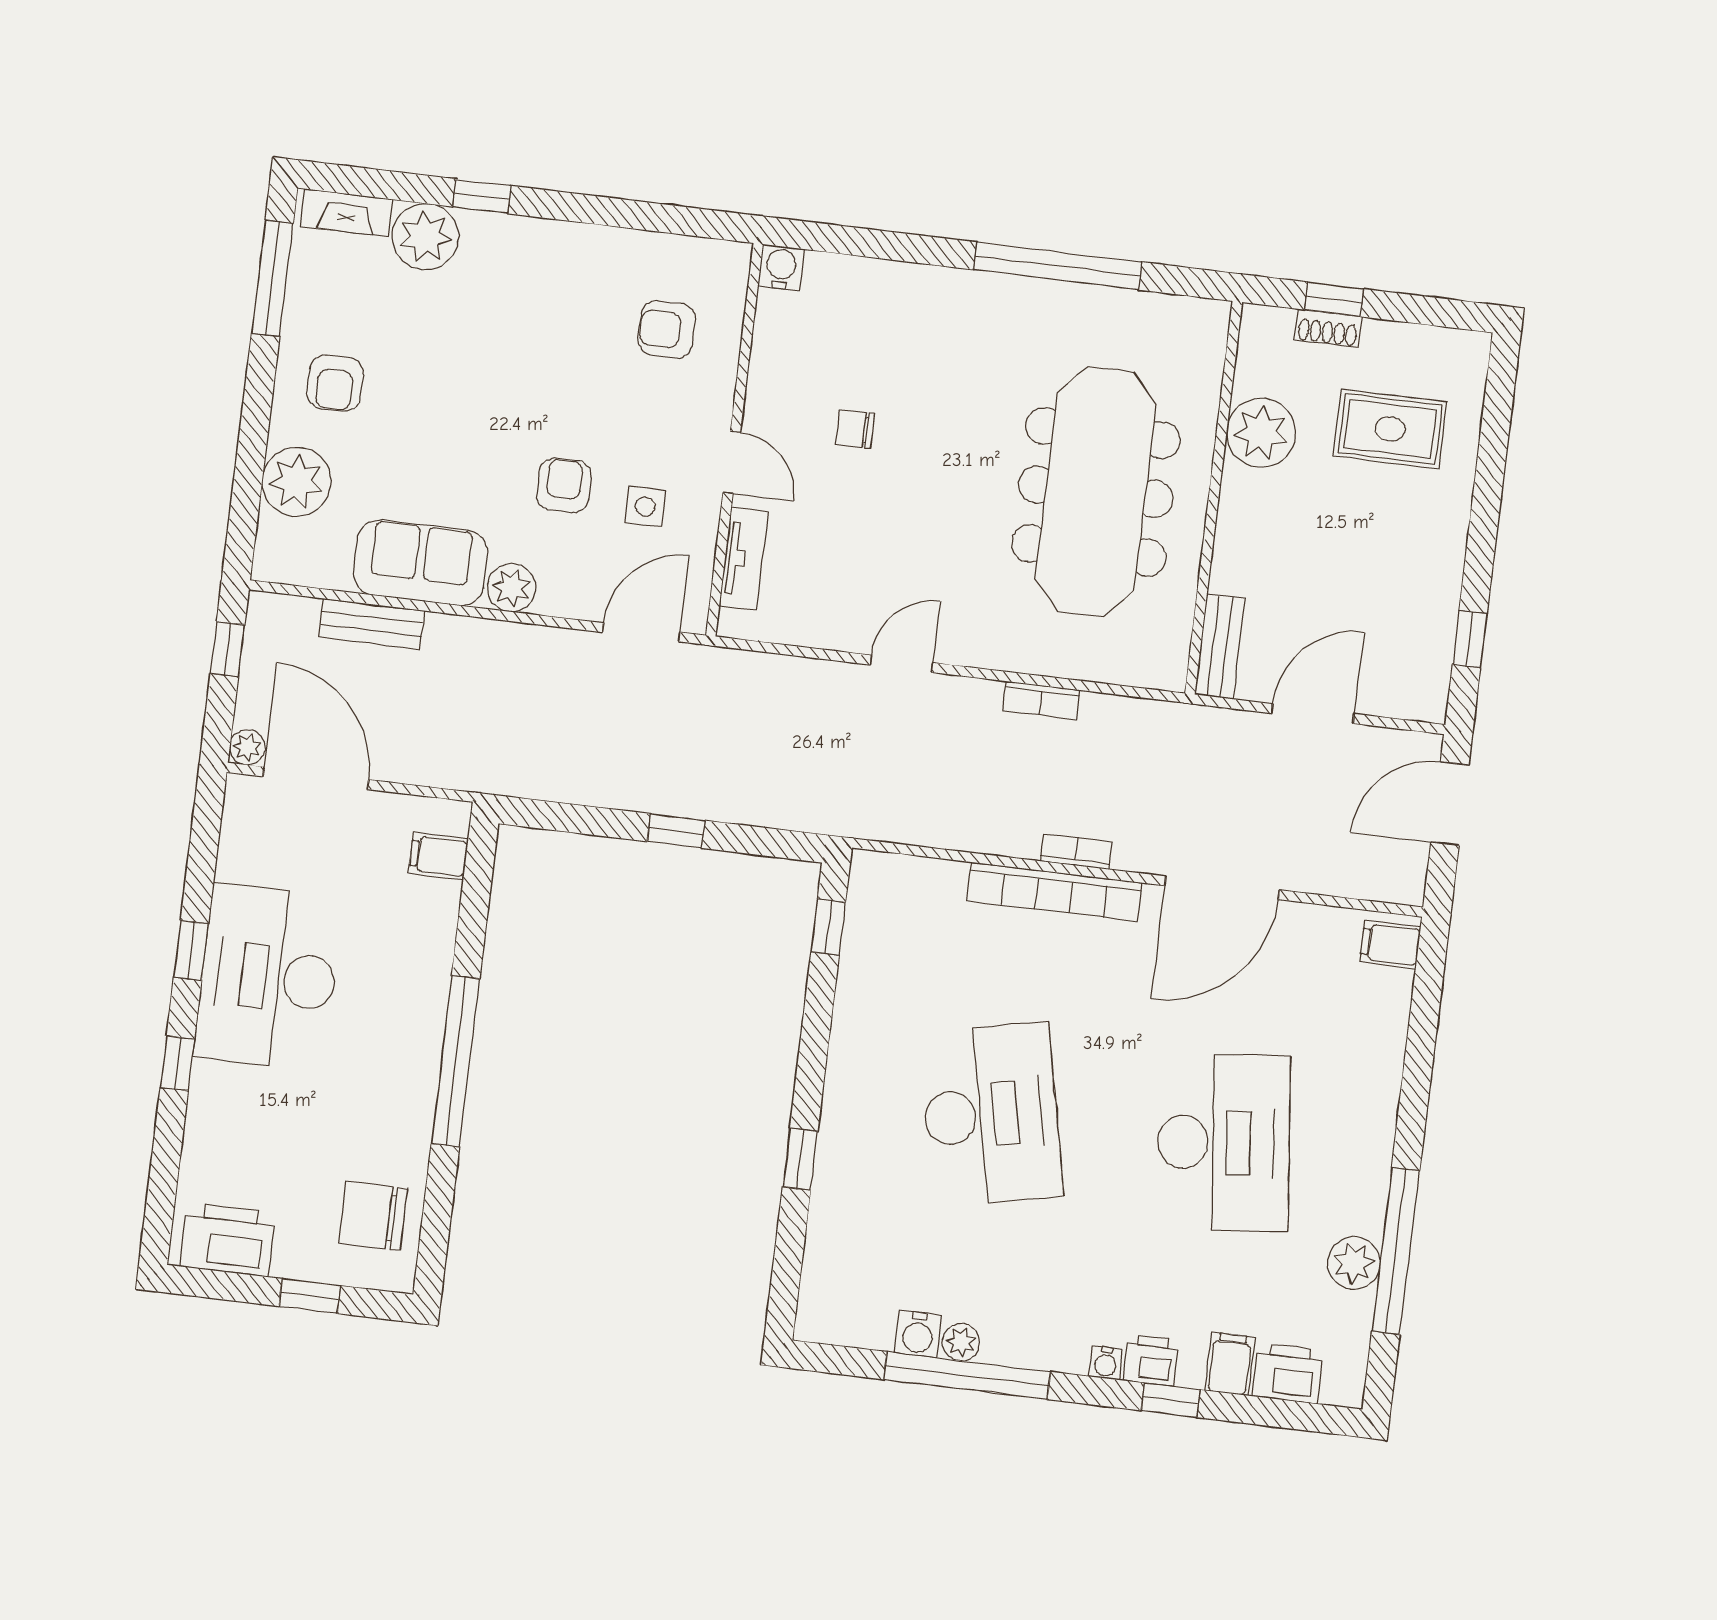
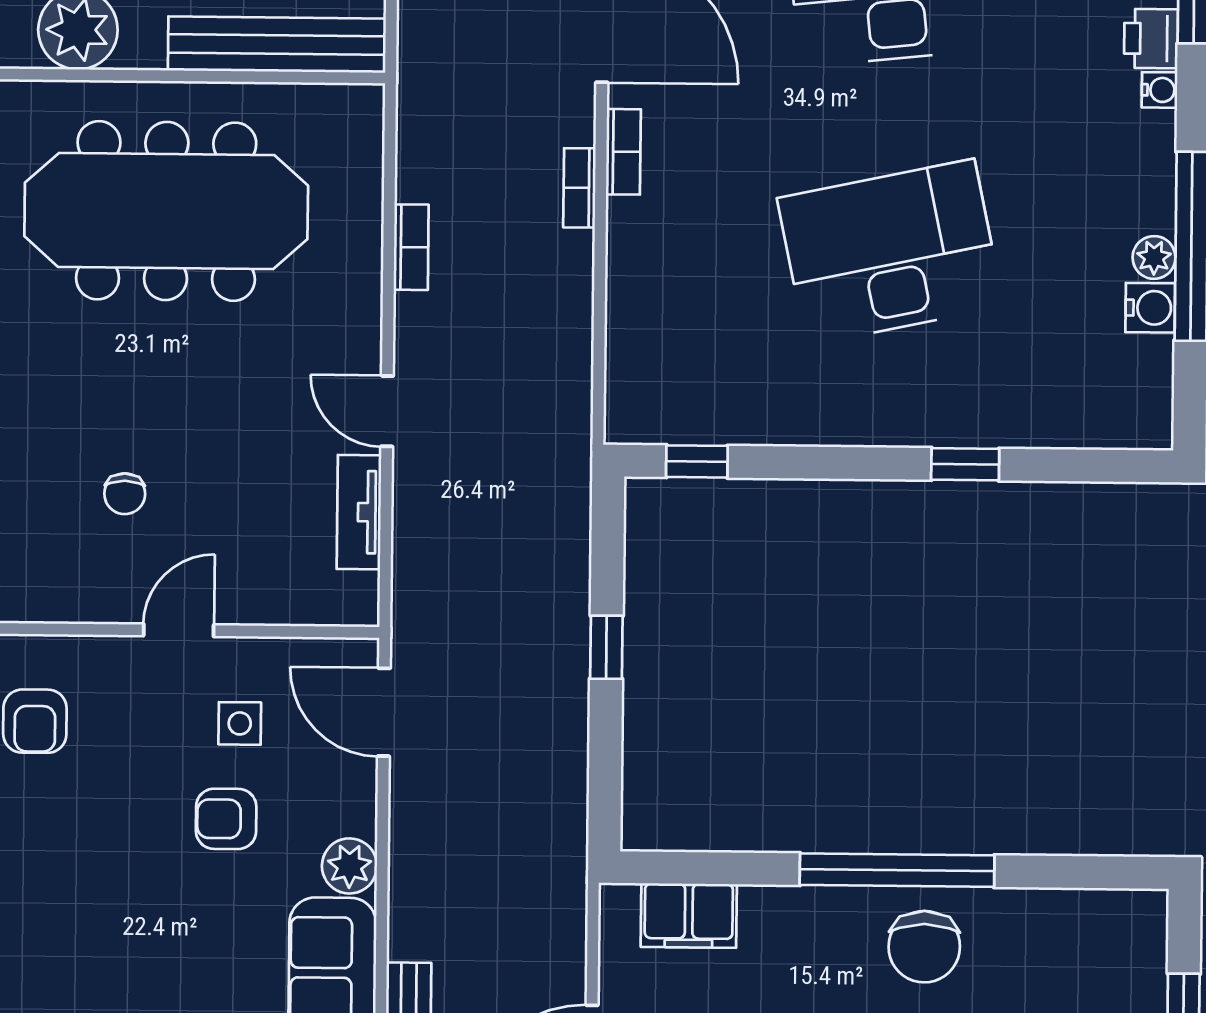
tv unit: (744, 559) -> (359, 512), moved, turned -90
bench: (1220, 646) -> (277, 45), width x1.86, depth x1.21
filing cabinet: (439, 856) -> (689, 916), width x2.00
bookcase: (1054, 892) -> (623, 152), width x0.43, depth x0.76
chair: (373, 1216) -> (924, 947), moved

